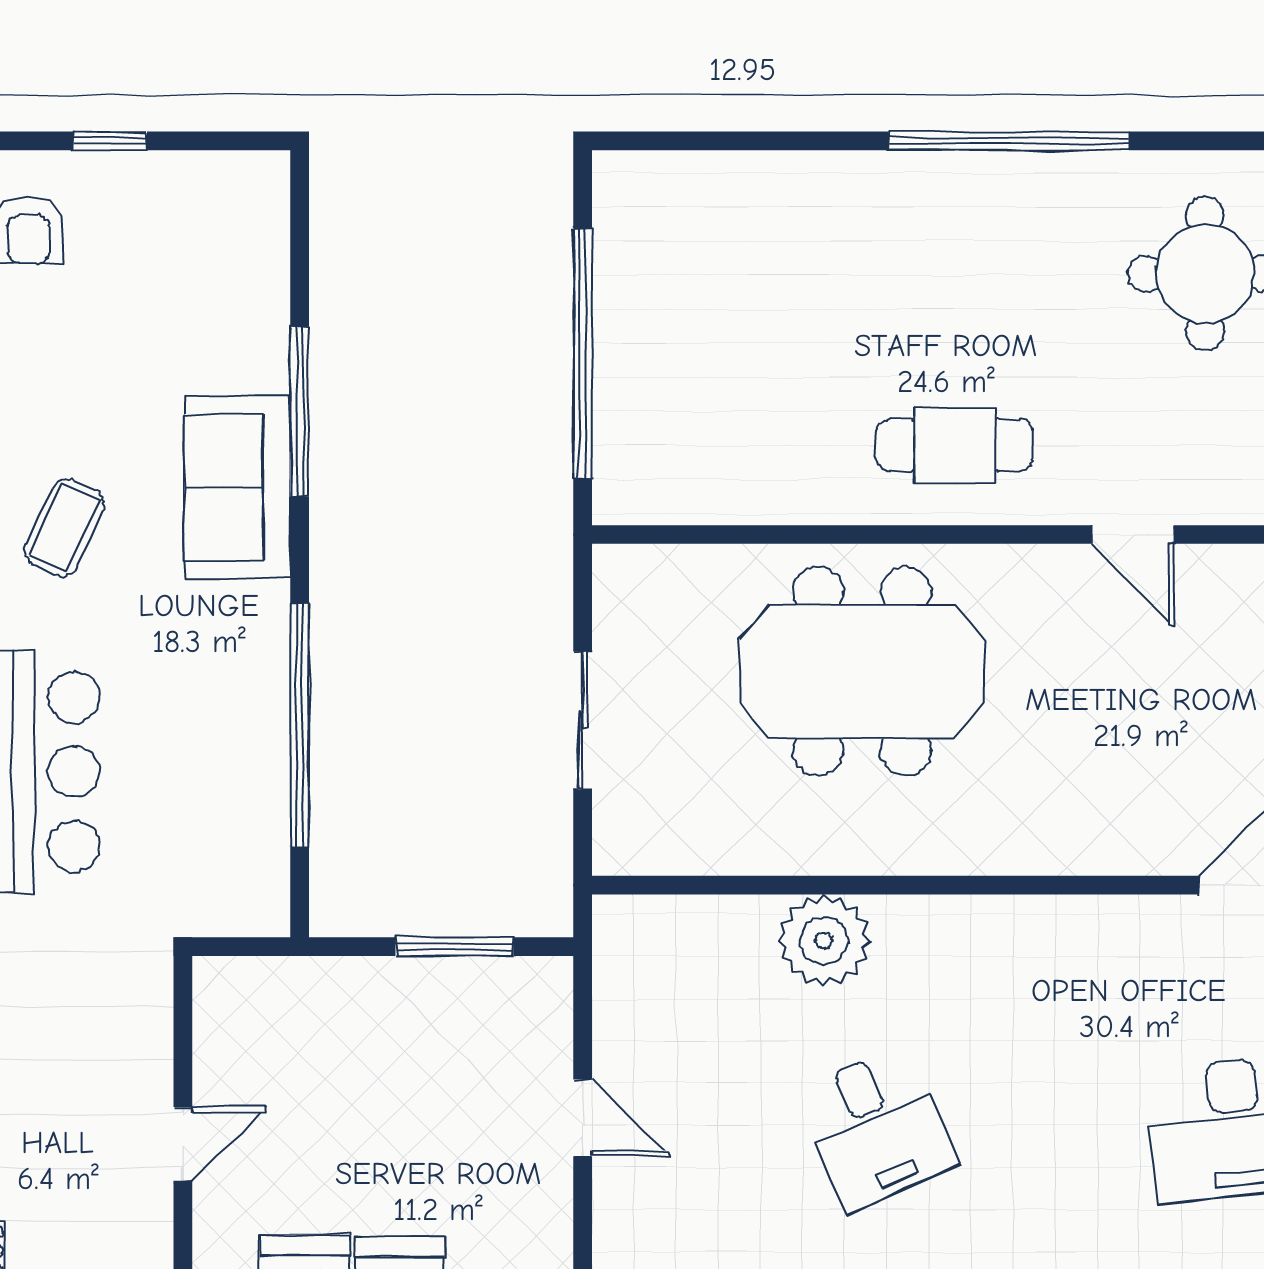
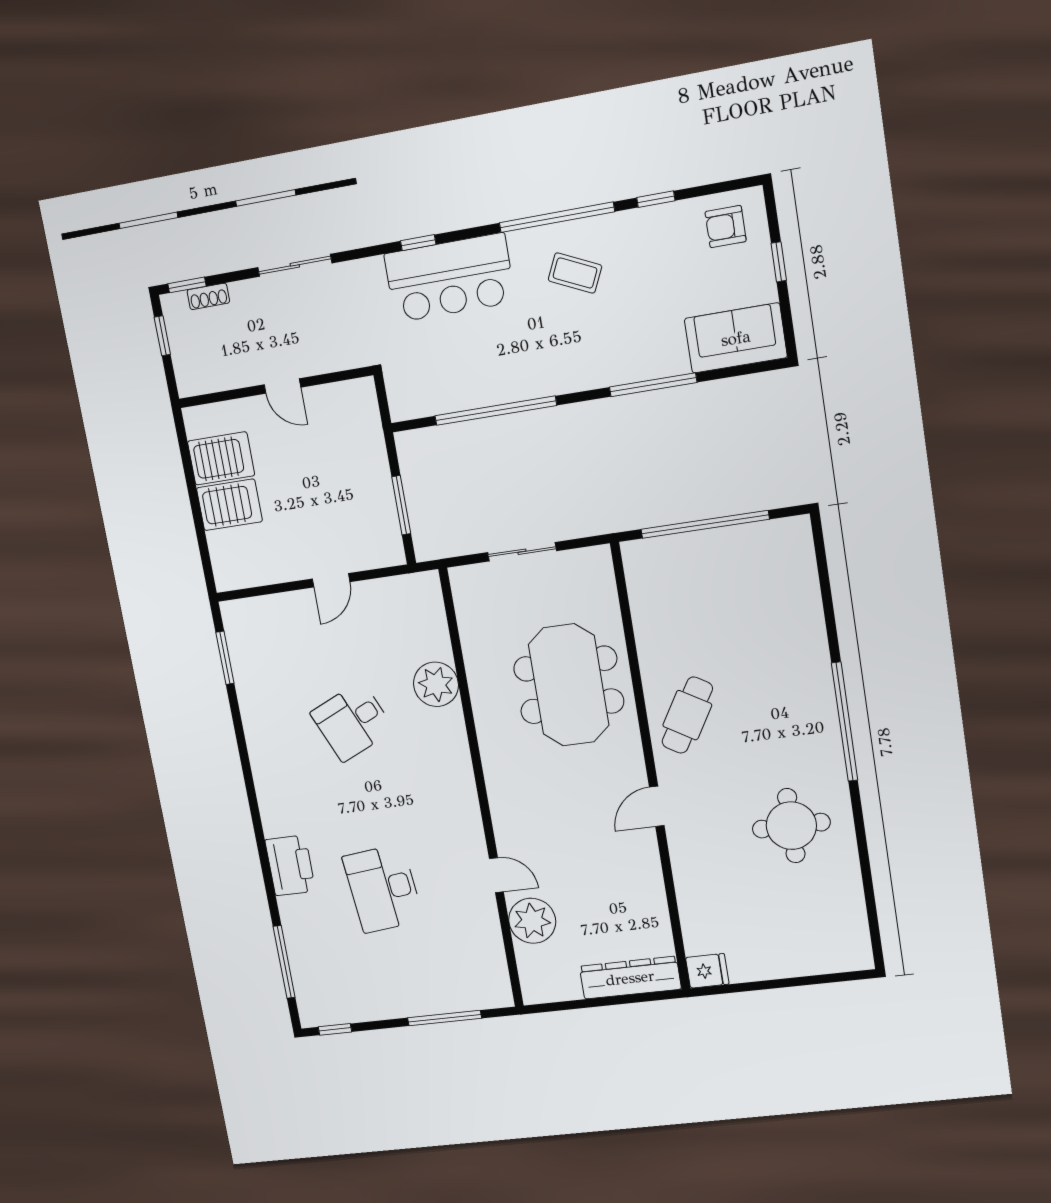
cafe table: (955, 445) -> (687, 715), turned 31
sofa: (238, 487) -> (736, 338), moved

